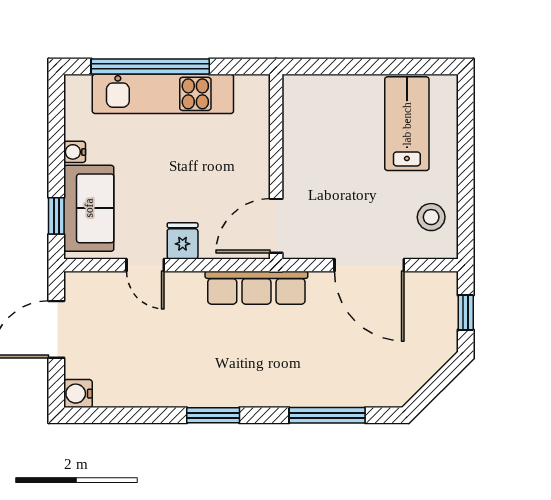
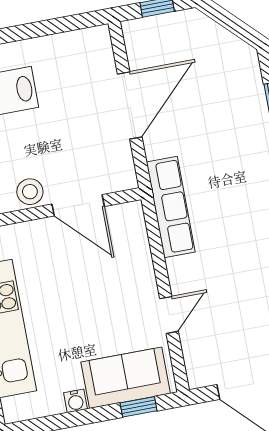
stool: (431, 217) -> (30, 192), moved
door: (276, 226) -> (78, 205), moved
fridge: (183, 241) -> (140, 284), removed

